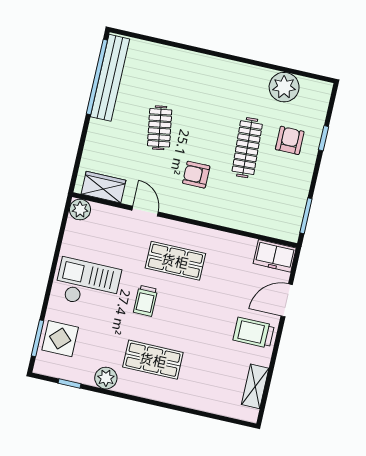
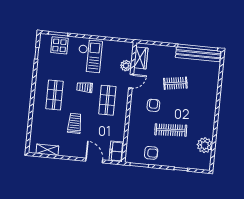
armchair: (290, 140) -> (151, 153), moved
plant: (80, 210) -> (126, 66), moved
trolley: (254, 333) -> (75, 123), moved
plant: (106, 378) -> (42, 72), removed

